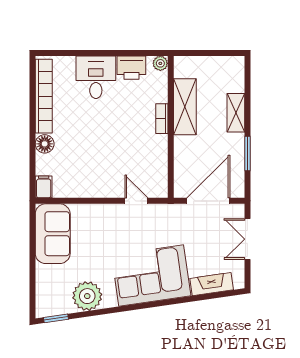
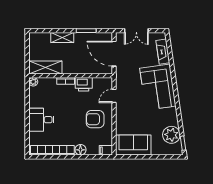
printer: (131, 68) -> (84, 84), moved, turned 90
shelving: (185, 107) -> (45, 67), moved
armchair: (97, 169) -> (95, 119), added
plant: (87, 296) -> (171, 135), moved

